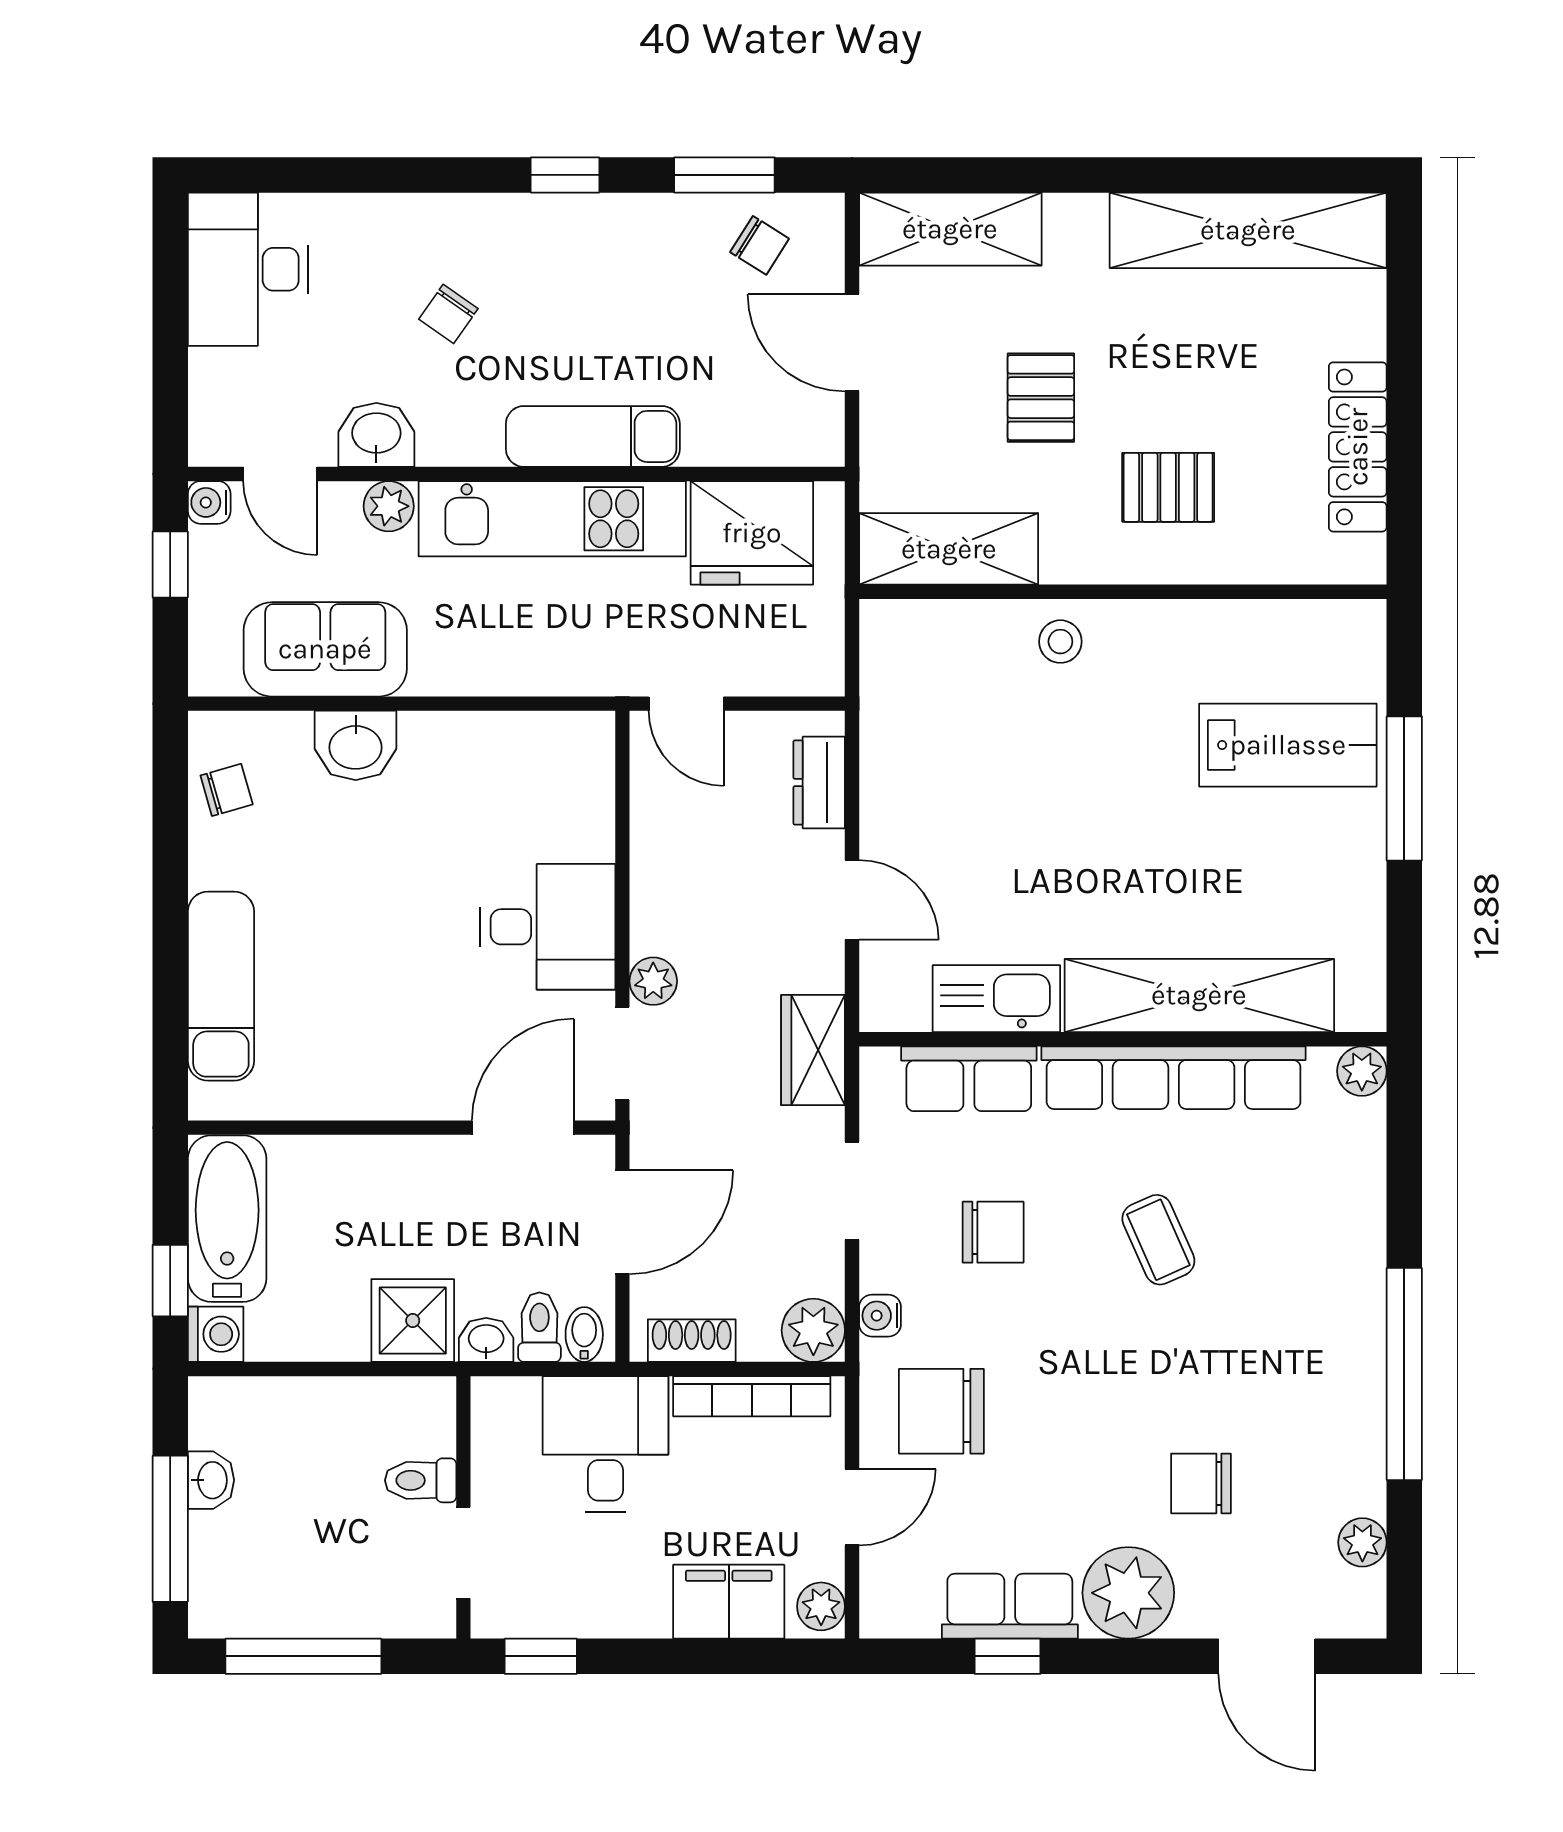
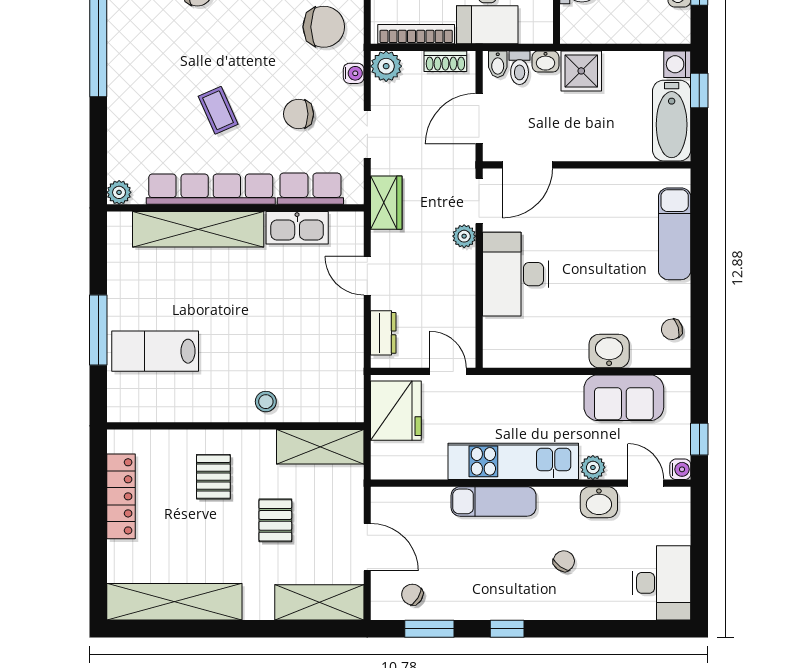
pallet: (1168, 487) -> (213, 477), turned 90
fridge: (752, 533) -> (396, 411), moved, turned 90
desk: (547, 927) -> (516, 274), width x1.37

